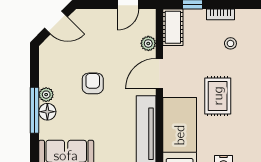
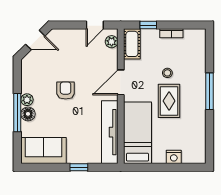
plant: (148, 43) -> (112, 42), moved
stool: (230, 43) -> (167, 73), moved

